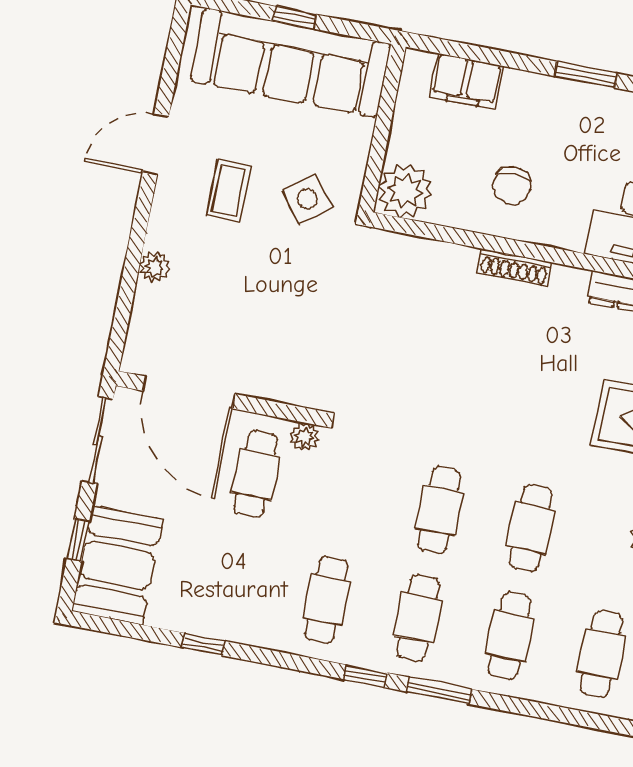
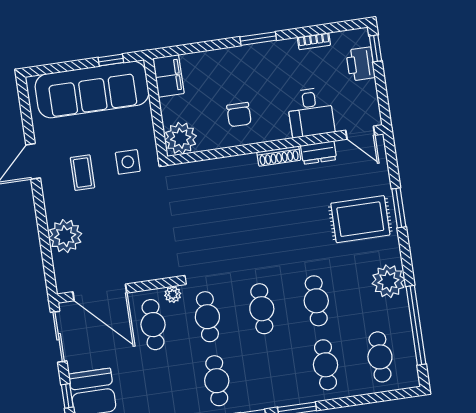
window: (295, 18) -> (111, 60), moved
filing cabinet: (466, 81) -> (168, 76), moved, turned -90
side table: (307, 199) -> (128, 162), turned 38
plant: (154, 267) -> (65, 236), width x1.88, depth x1.88
shoe rack: (514, 267) -> (279, 156), moved
cafe table: (418, 618) -> (207, 317), moved

